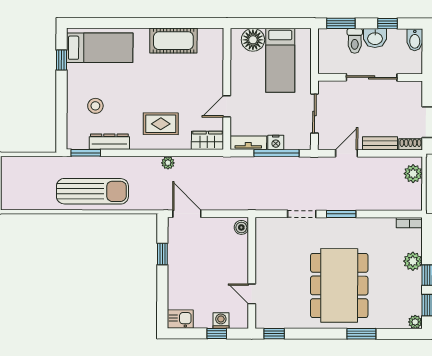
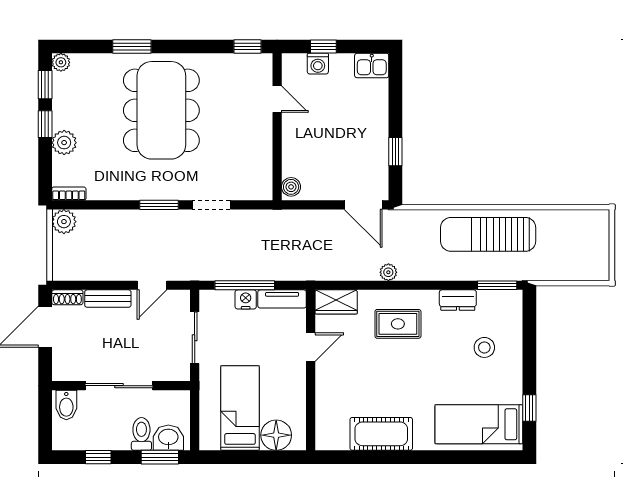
washbasin: (375, 38) -> (168, 438), moved
bidet: (415, 40) -> (66, 405), moved, turned 180
dresser: (109, 142) -> (458, 300), width x0.70
plant: (413, 174) -> (64, 222), moved

